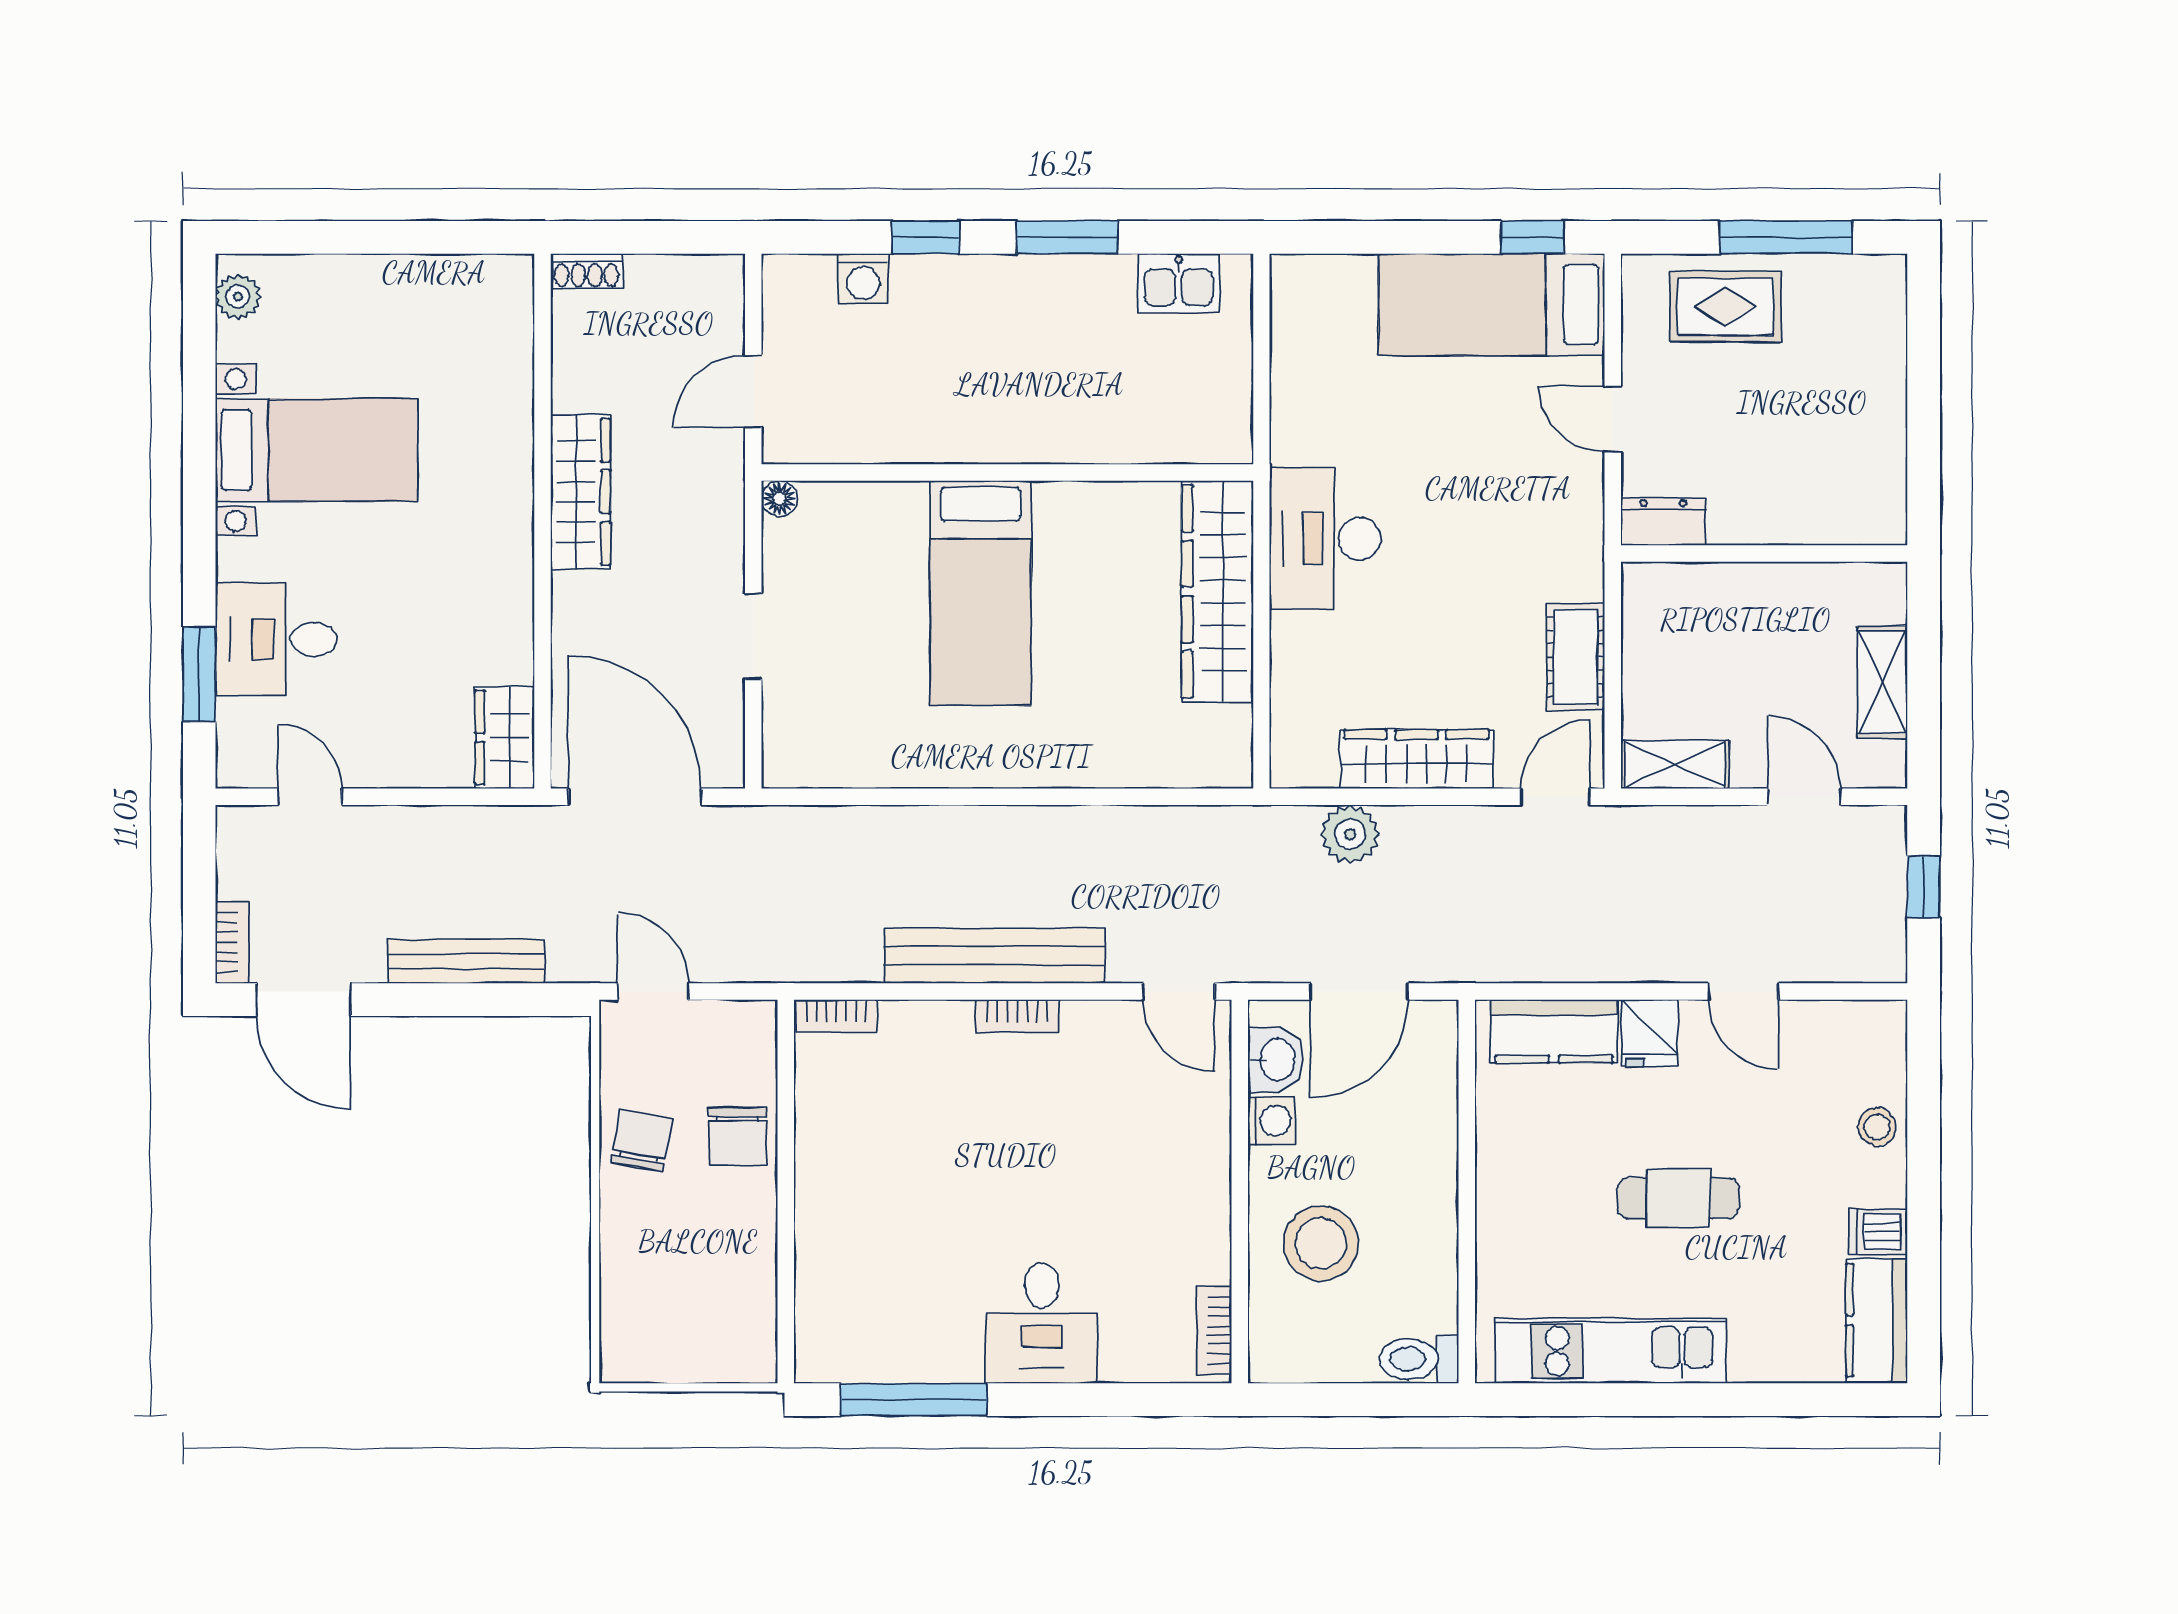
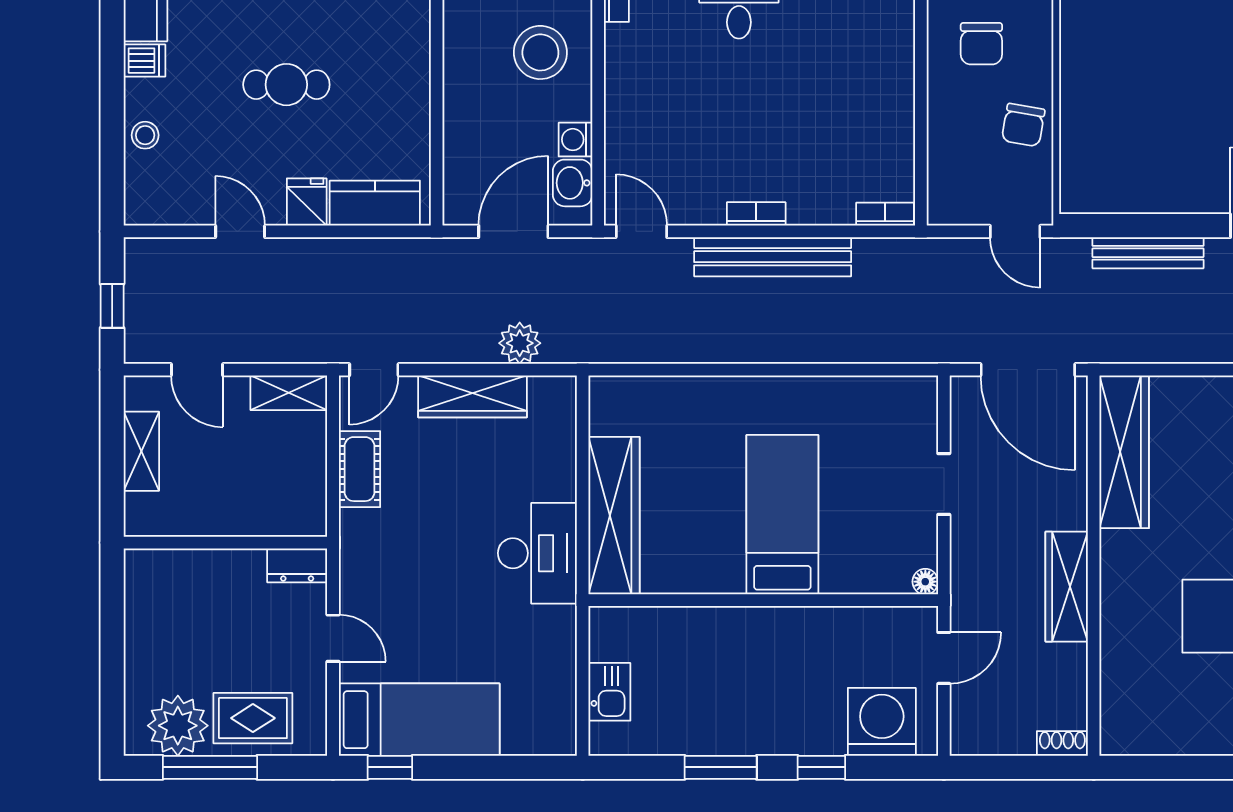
washing machine: (863, 279) -> (882, 722), width x1.89, depth x1.89
kitchen sink: (1178, 283) -> (609, 692), moved, turned 90
plant: (1831, 296) -> (178, 726), added
wardrobe: (505, 738) -> (1124, 452), width x2.10, depth x1.17
chair: (738, 1136) -> (981, 44), moved, turned 180

